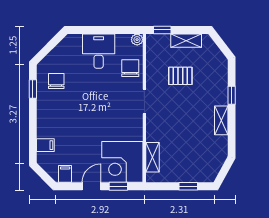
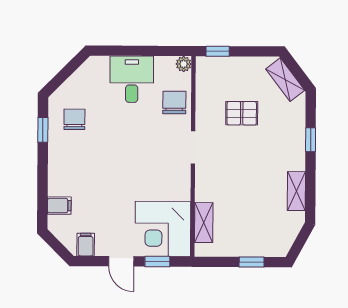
shelving: (186, 41) -> (285, 80), moved, turned 53
shelving: (221, 120) -> (296, 191), moved
door: (91, 186) -> (121, 261), swing flipped

